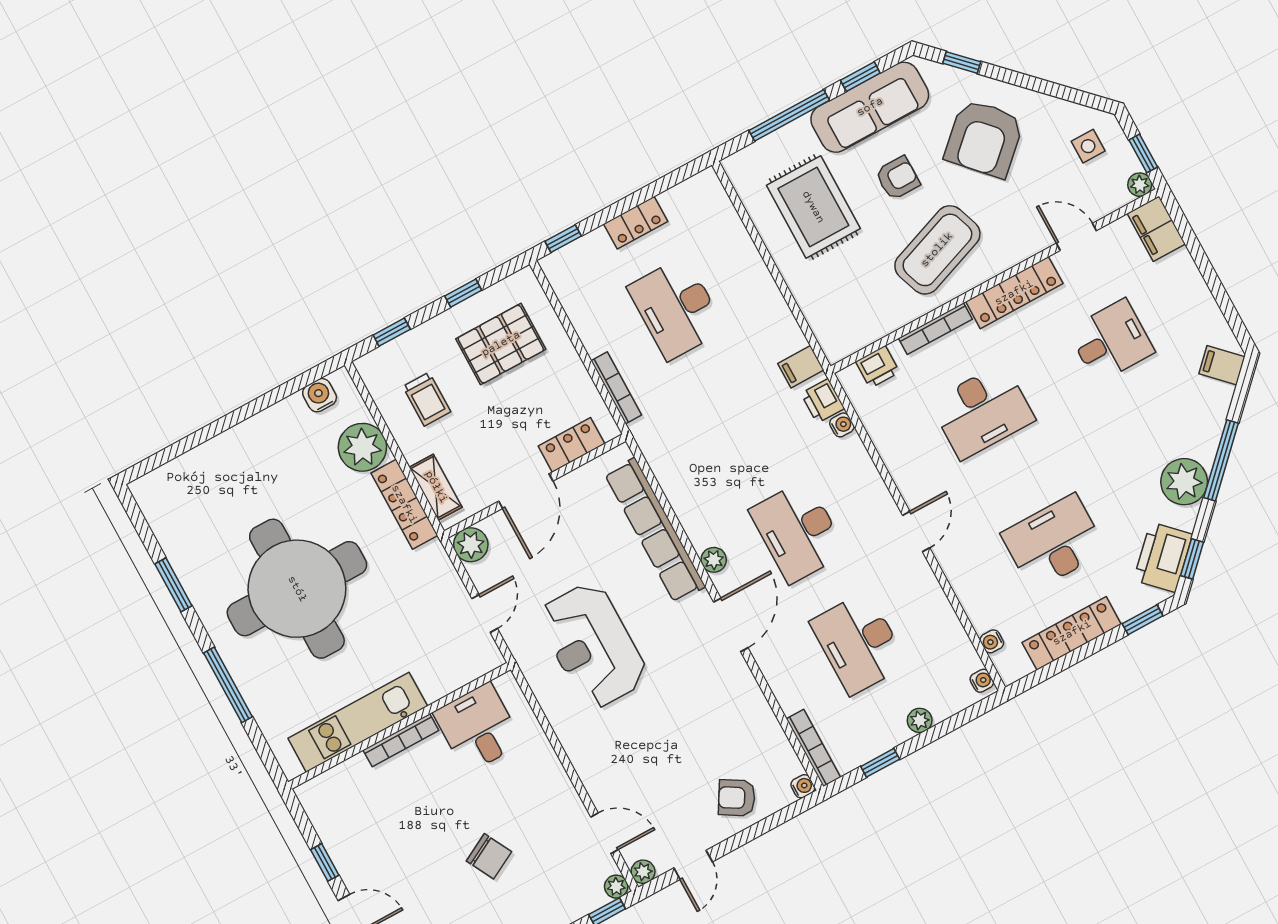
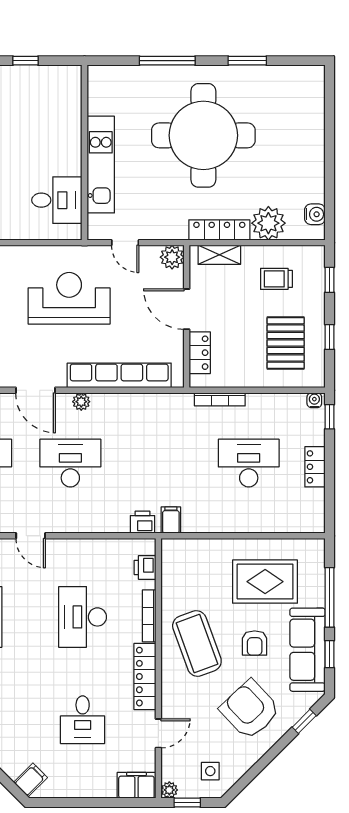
water cooler: (842, 425) -> (314, 400), moved, turned 180
kitchen unit: (358, 722) -> (101, 165), moved
bookcase: (401, 740) -> (75, 149), removed

